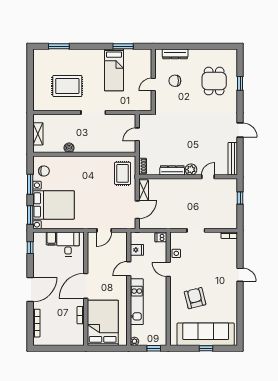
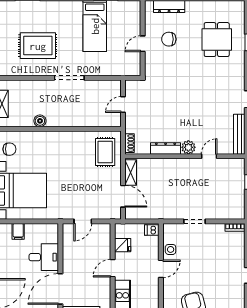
door: (137, 210) -> (123, 196), hinge flipped
desk: (68, 244) -> (44, 257), moved, turned 90
door: (168, 269) -> (161, 269), swing flipped

